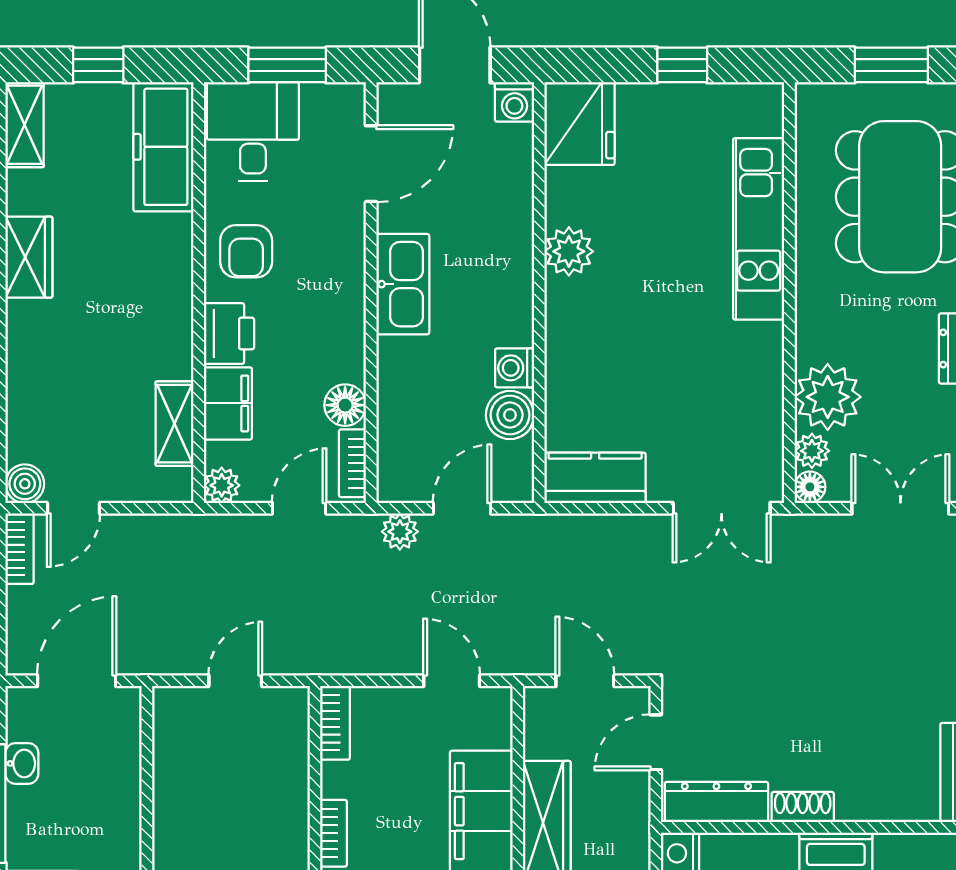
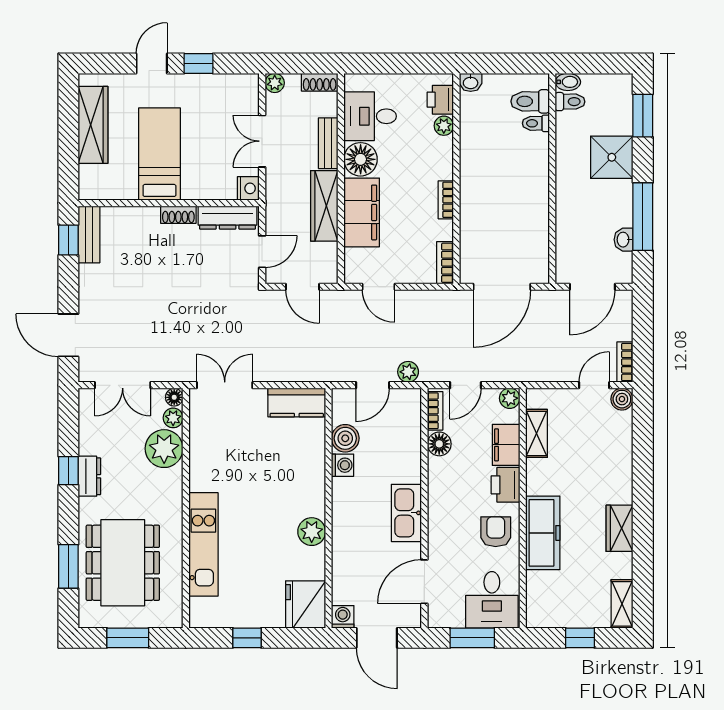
freezer: (163, 147) -> (543, 533), moved
door: (235, 681) -> (502, 287), width x1.88

